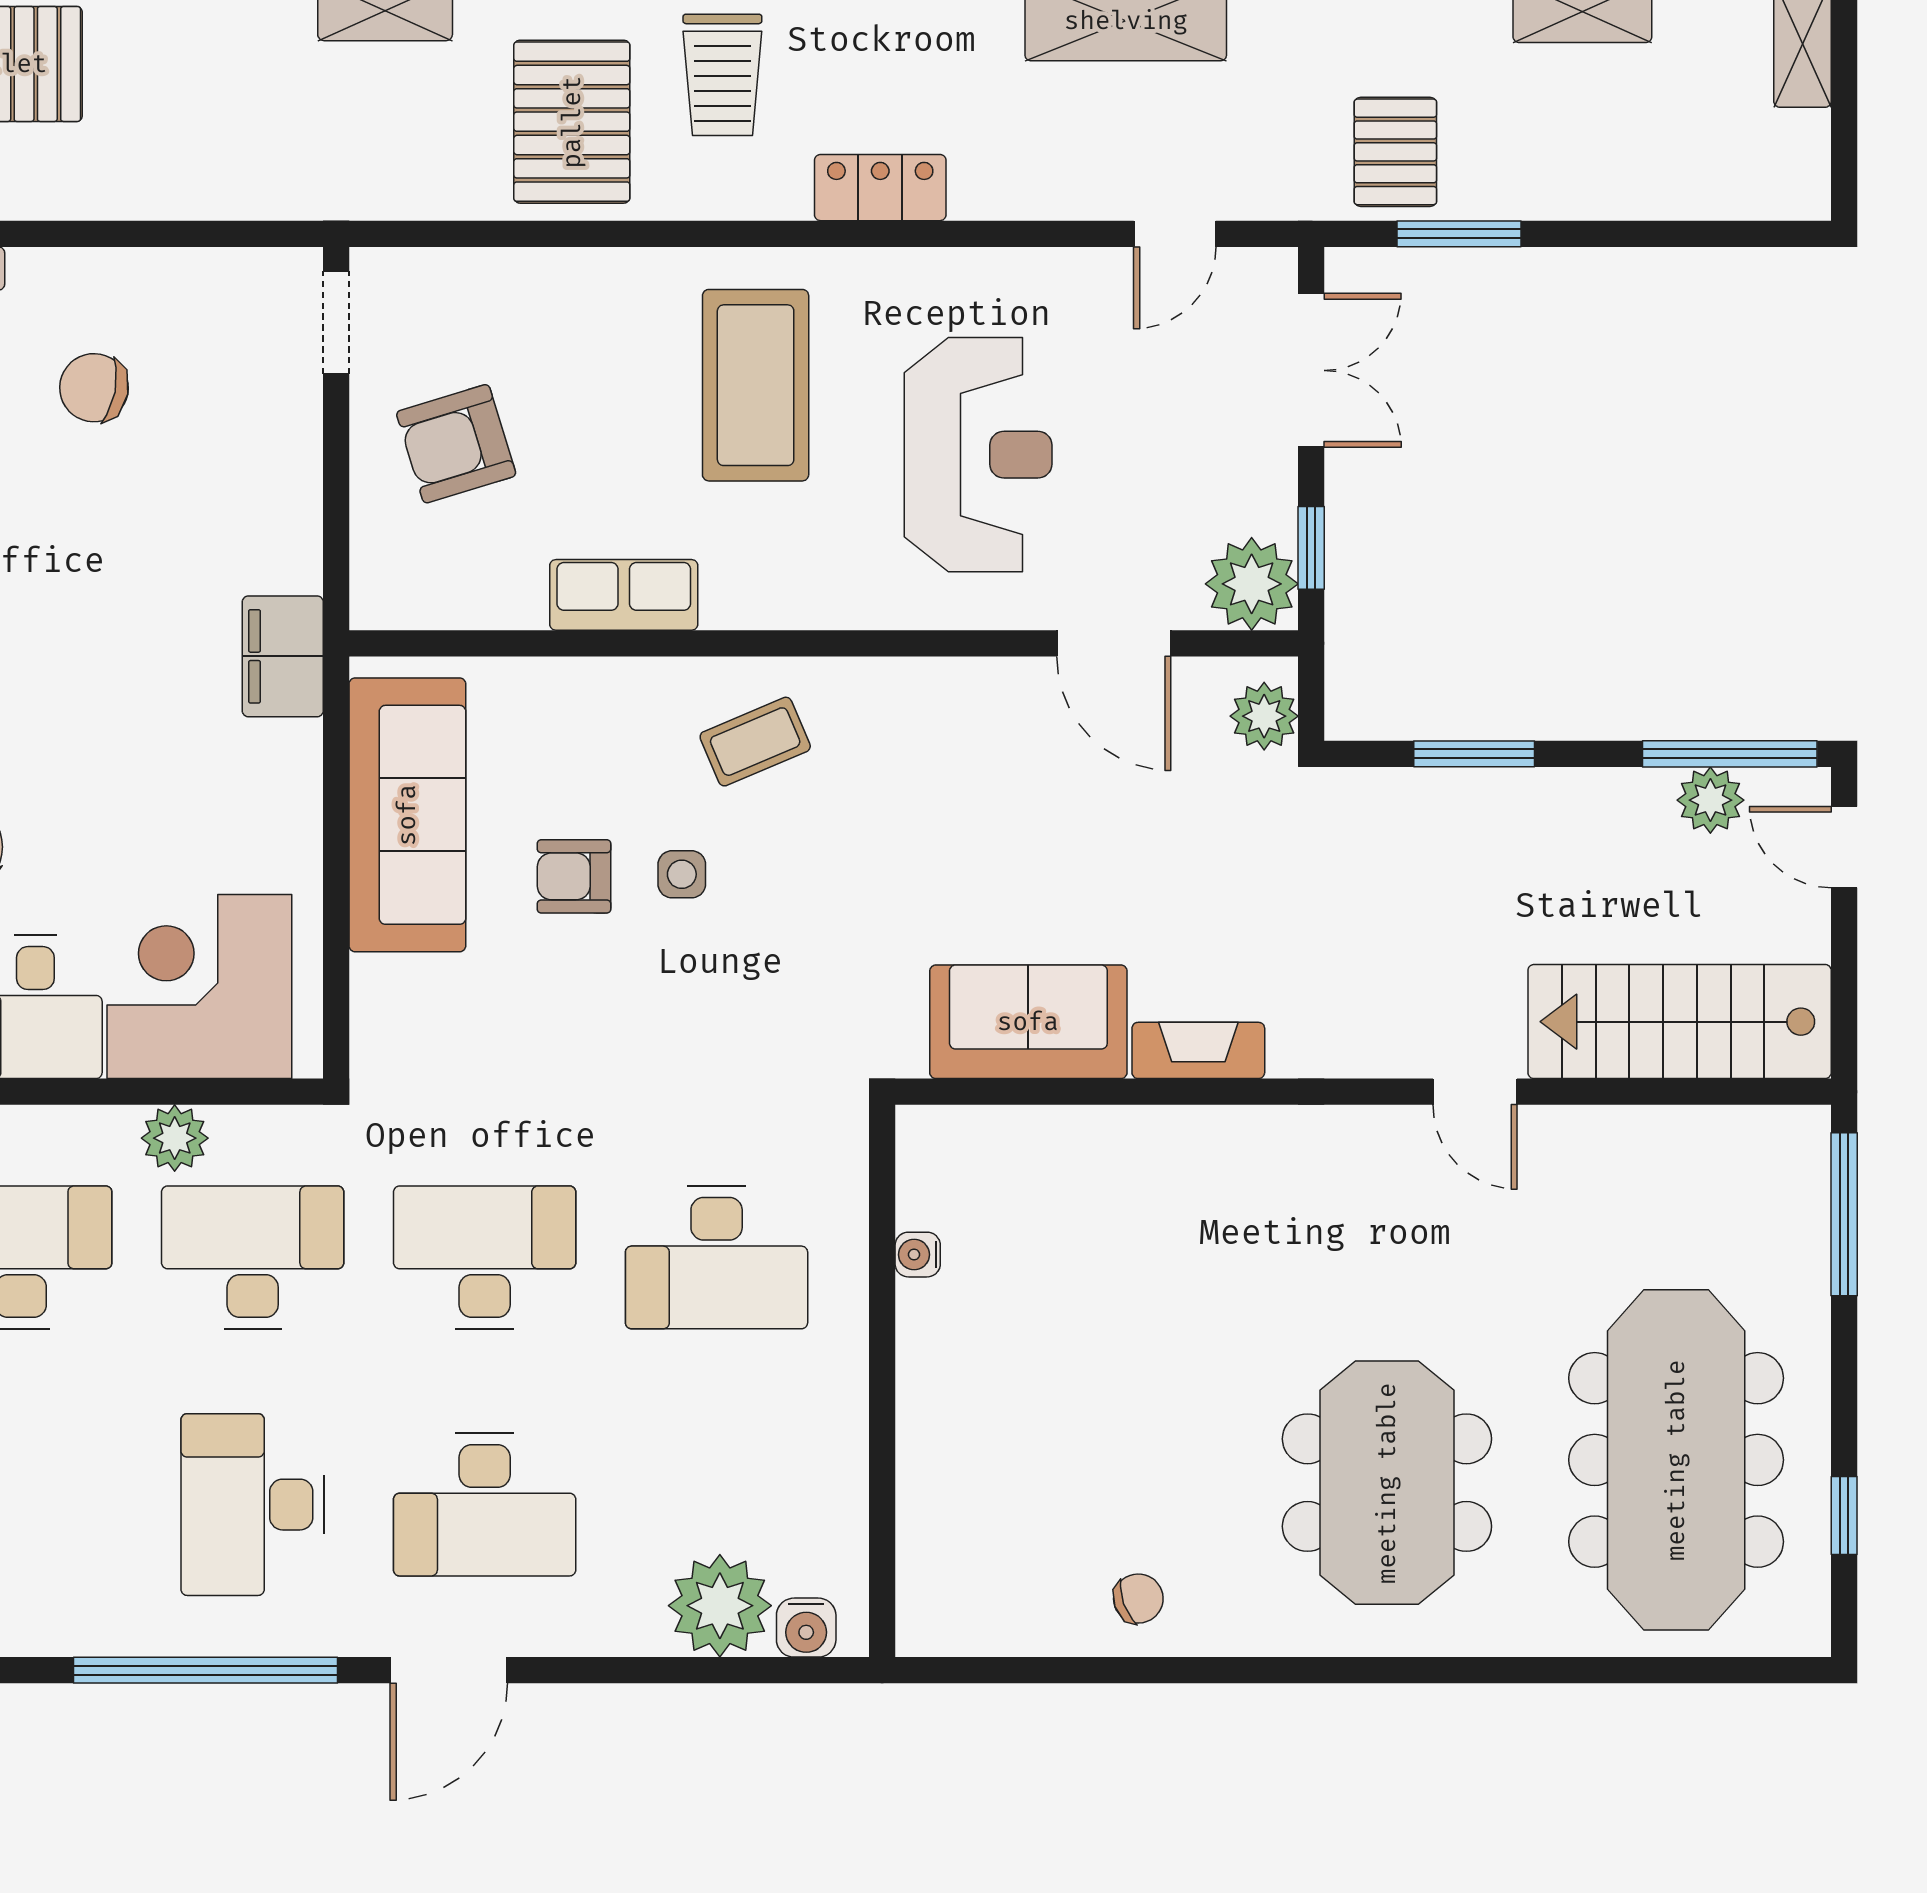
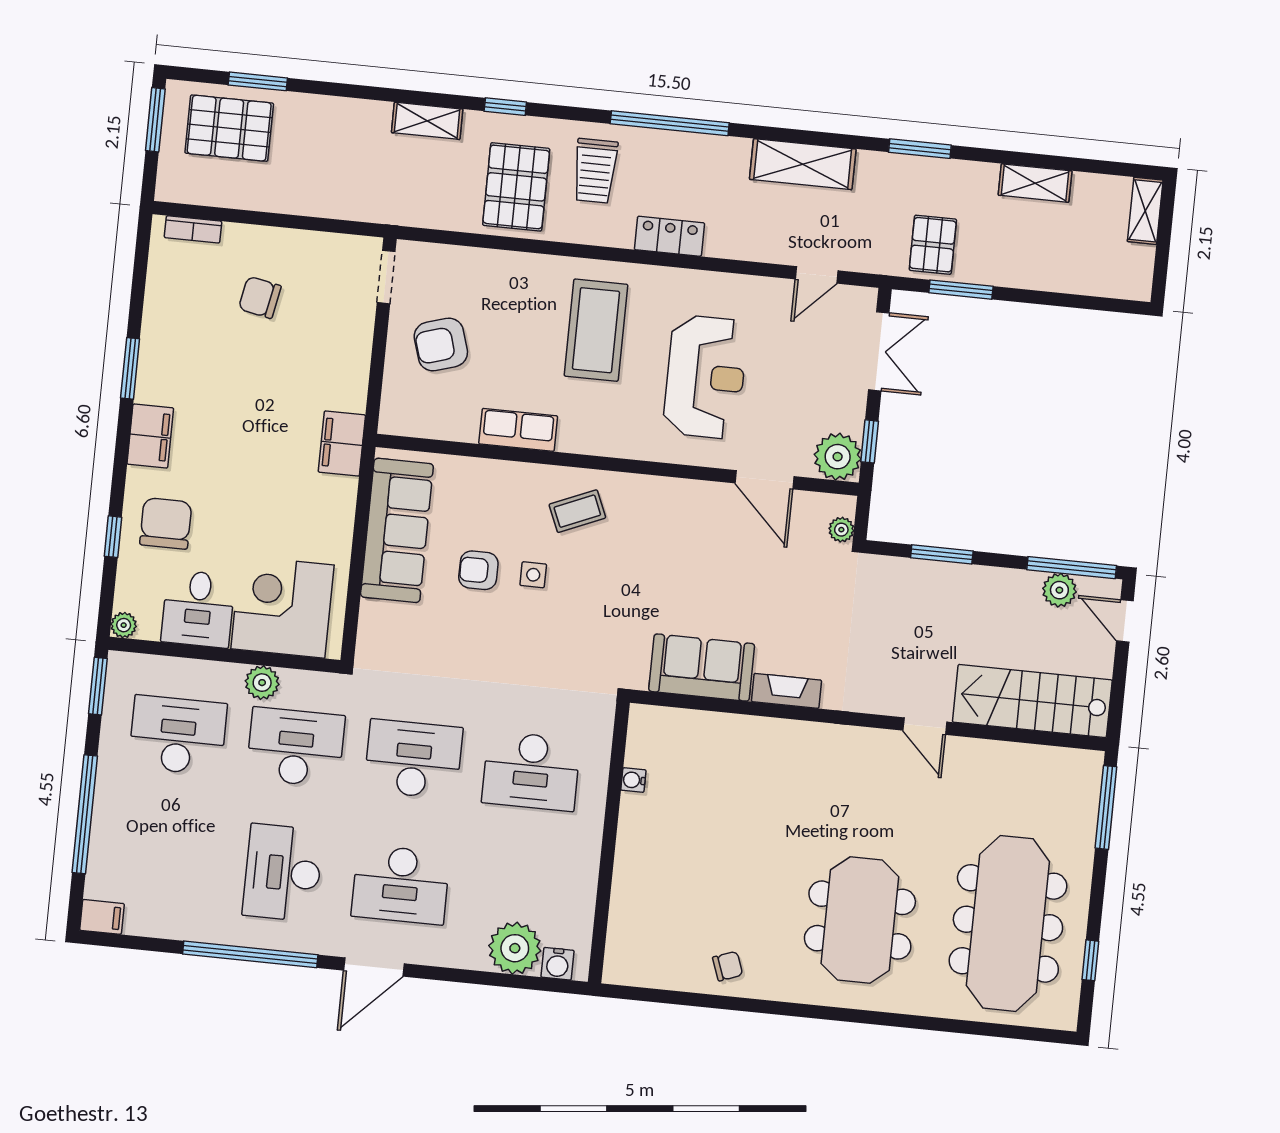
plant: (1264, 716) -> (841, 530), width x0.73, depth x0.73

